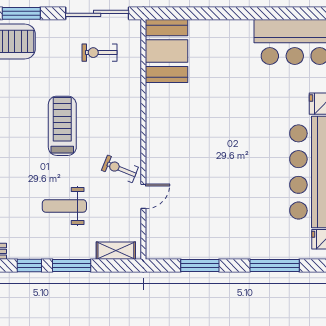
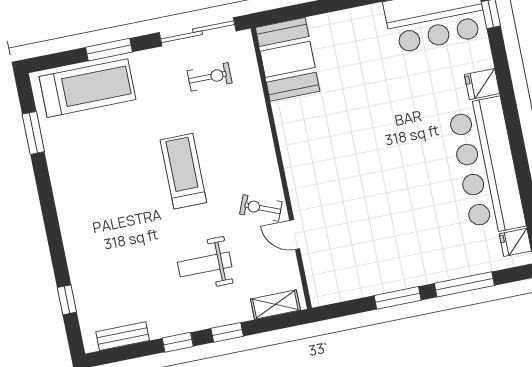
exercise bike: (100, 53) -> (210, 77), turned 180
door: (143, 196) -> (295, 235), swing flipped
window: (72, 266) -> (227, 332), width x0.67
window: (200, 266) -> (398, 298), moved

